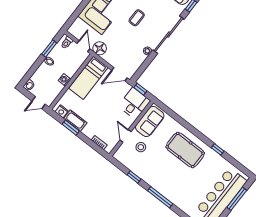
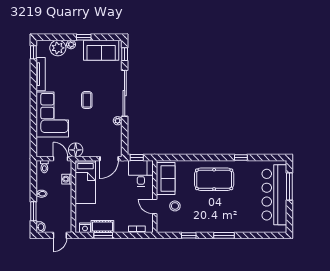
window: (49, 48) -> (33, 211), moved
washing machine: (65, 80) -> (67, 179), moved
window: (160, 197) -> (224, 235), width x0.69

